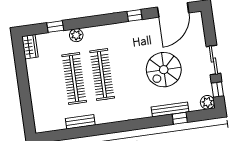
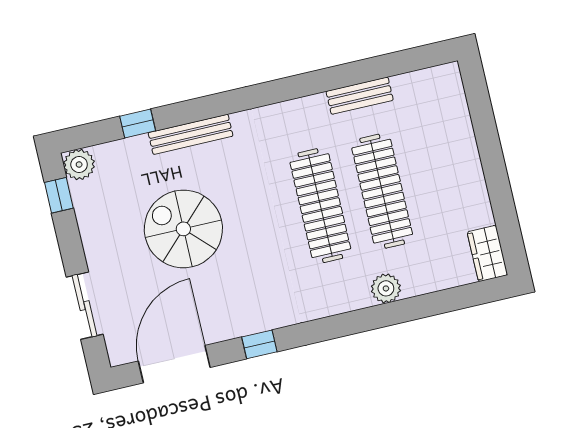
window: (55, 27) -> (435, 304), removed
sliding door: (213, 60) -> (85, 306), moved
spiral stairs: (164, 70) -> (183, 229), turned -90
bench: (170, 109) -> (191, 134), moved

